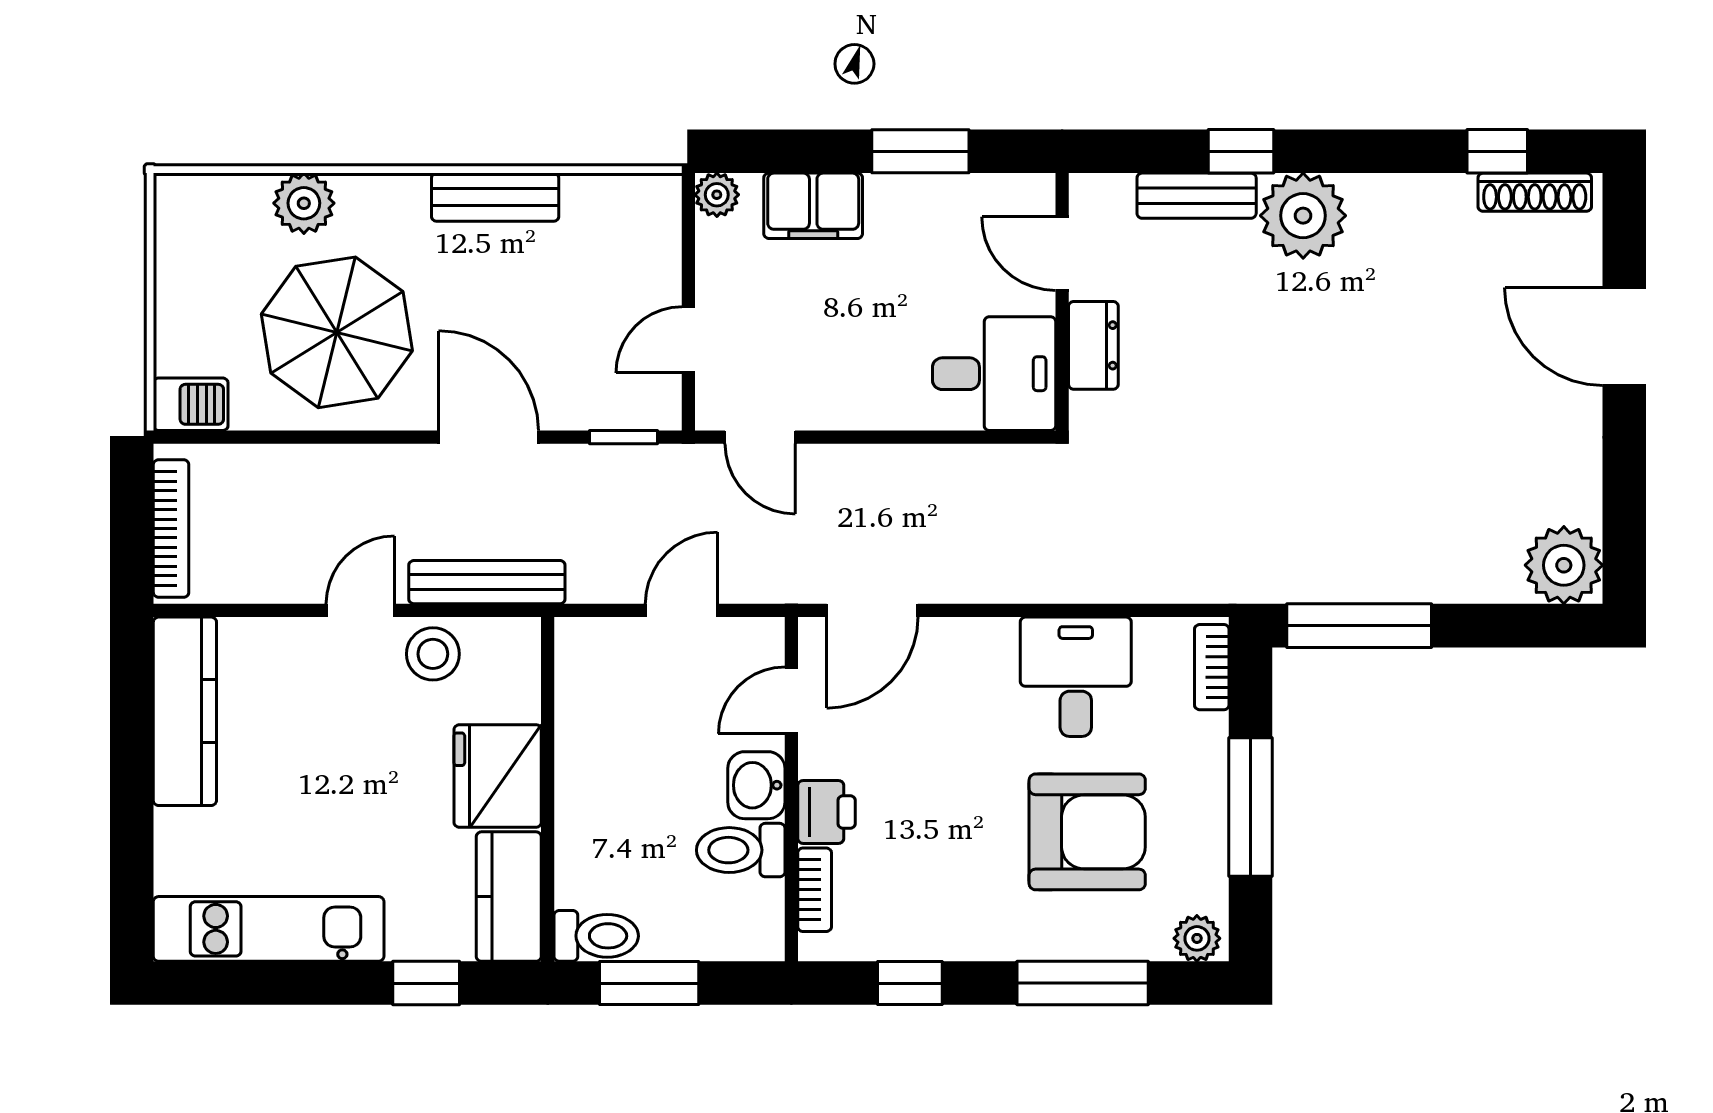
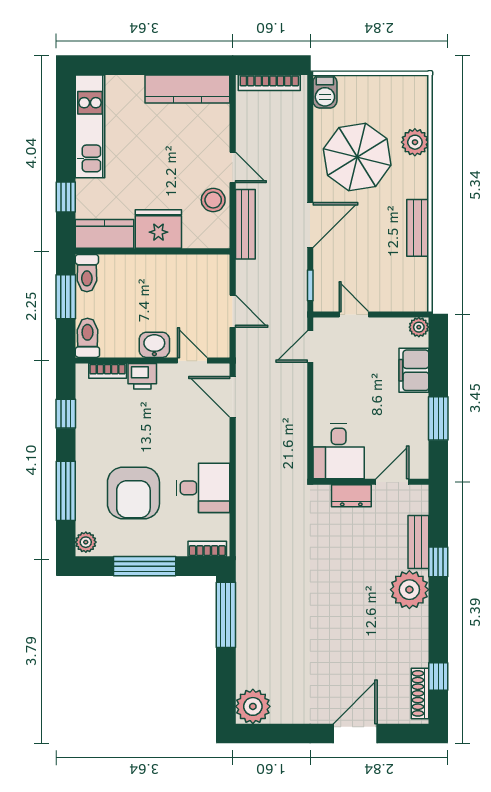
toilet: (741, 850) -> (87, 338), moved

